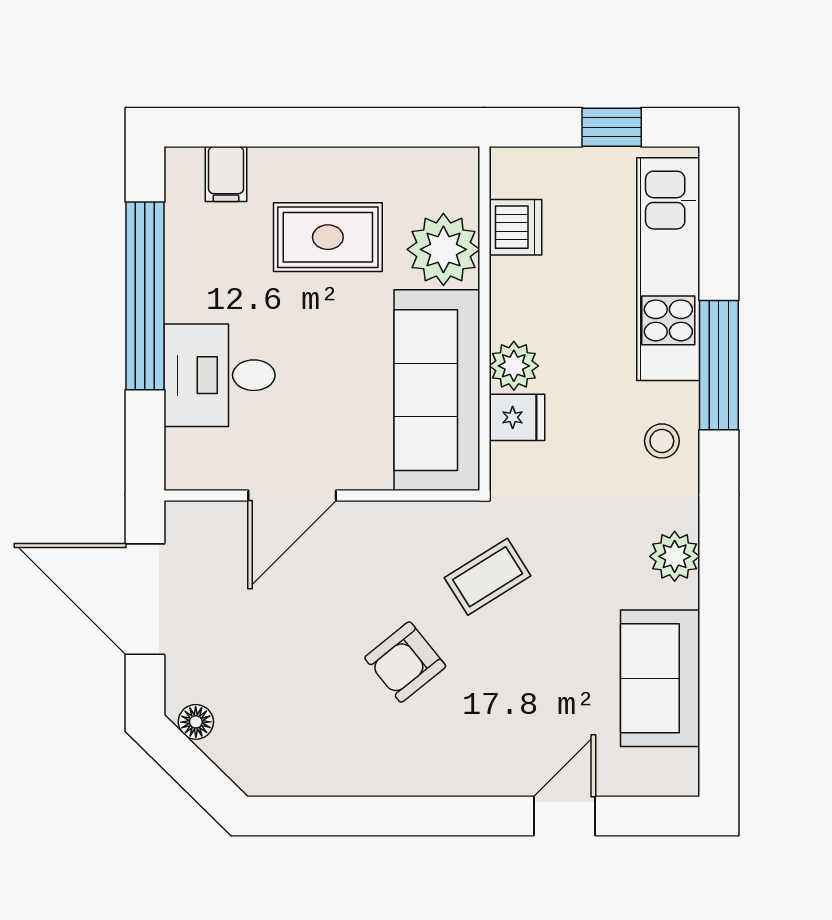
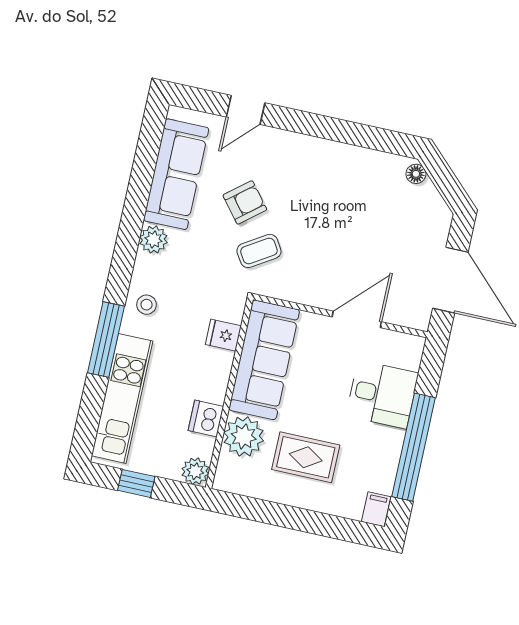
filing cabinet: (226, 174) -> (376, 509), moved
dishwasher: (515, 227) -> (206, 419), moved
plant: (514, 366) -> (195, 471), moved
armchair: (405, 662) -> (245, 202), moved
sofa: (660, 678) -> (176, 174), width x1.36
floor lamp: (196, 722) -> (416, 174), moved

